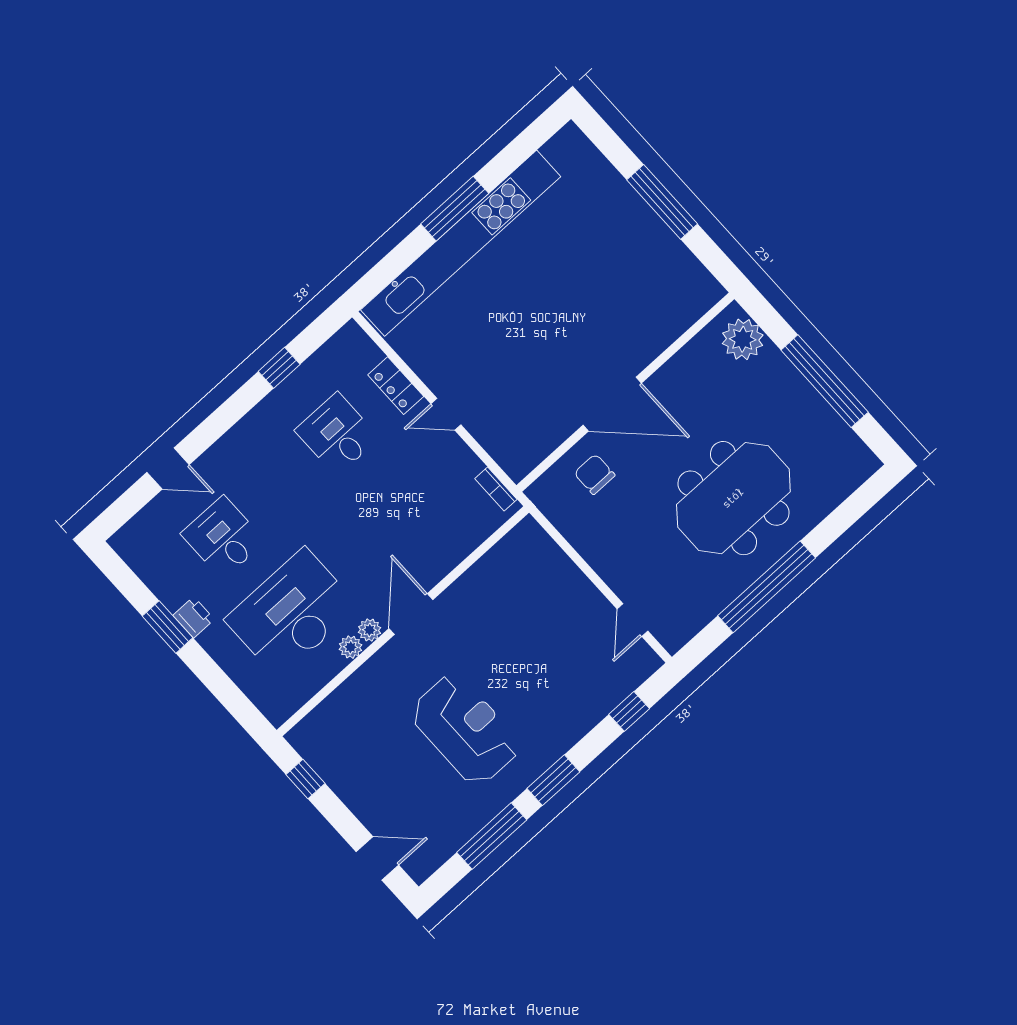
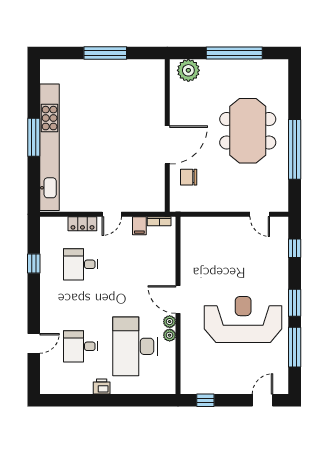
filing cabinet: (465, 467) -> (139, 226), added
window: (168, 627) -> (96, 400), removed
reception desk: (465, 730) -> (243, 319), width x1.36, depth x1.30

